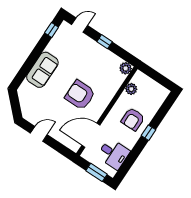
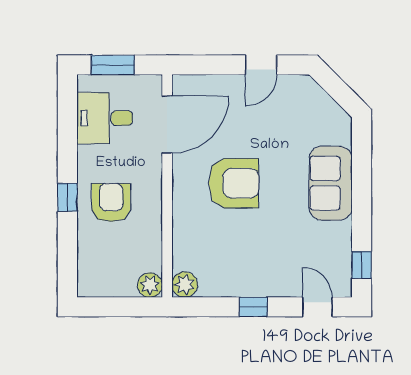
door: (80, 25) -> (317, 307), swing flipped
plant: (131, 89) -> (150, 285), moved

